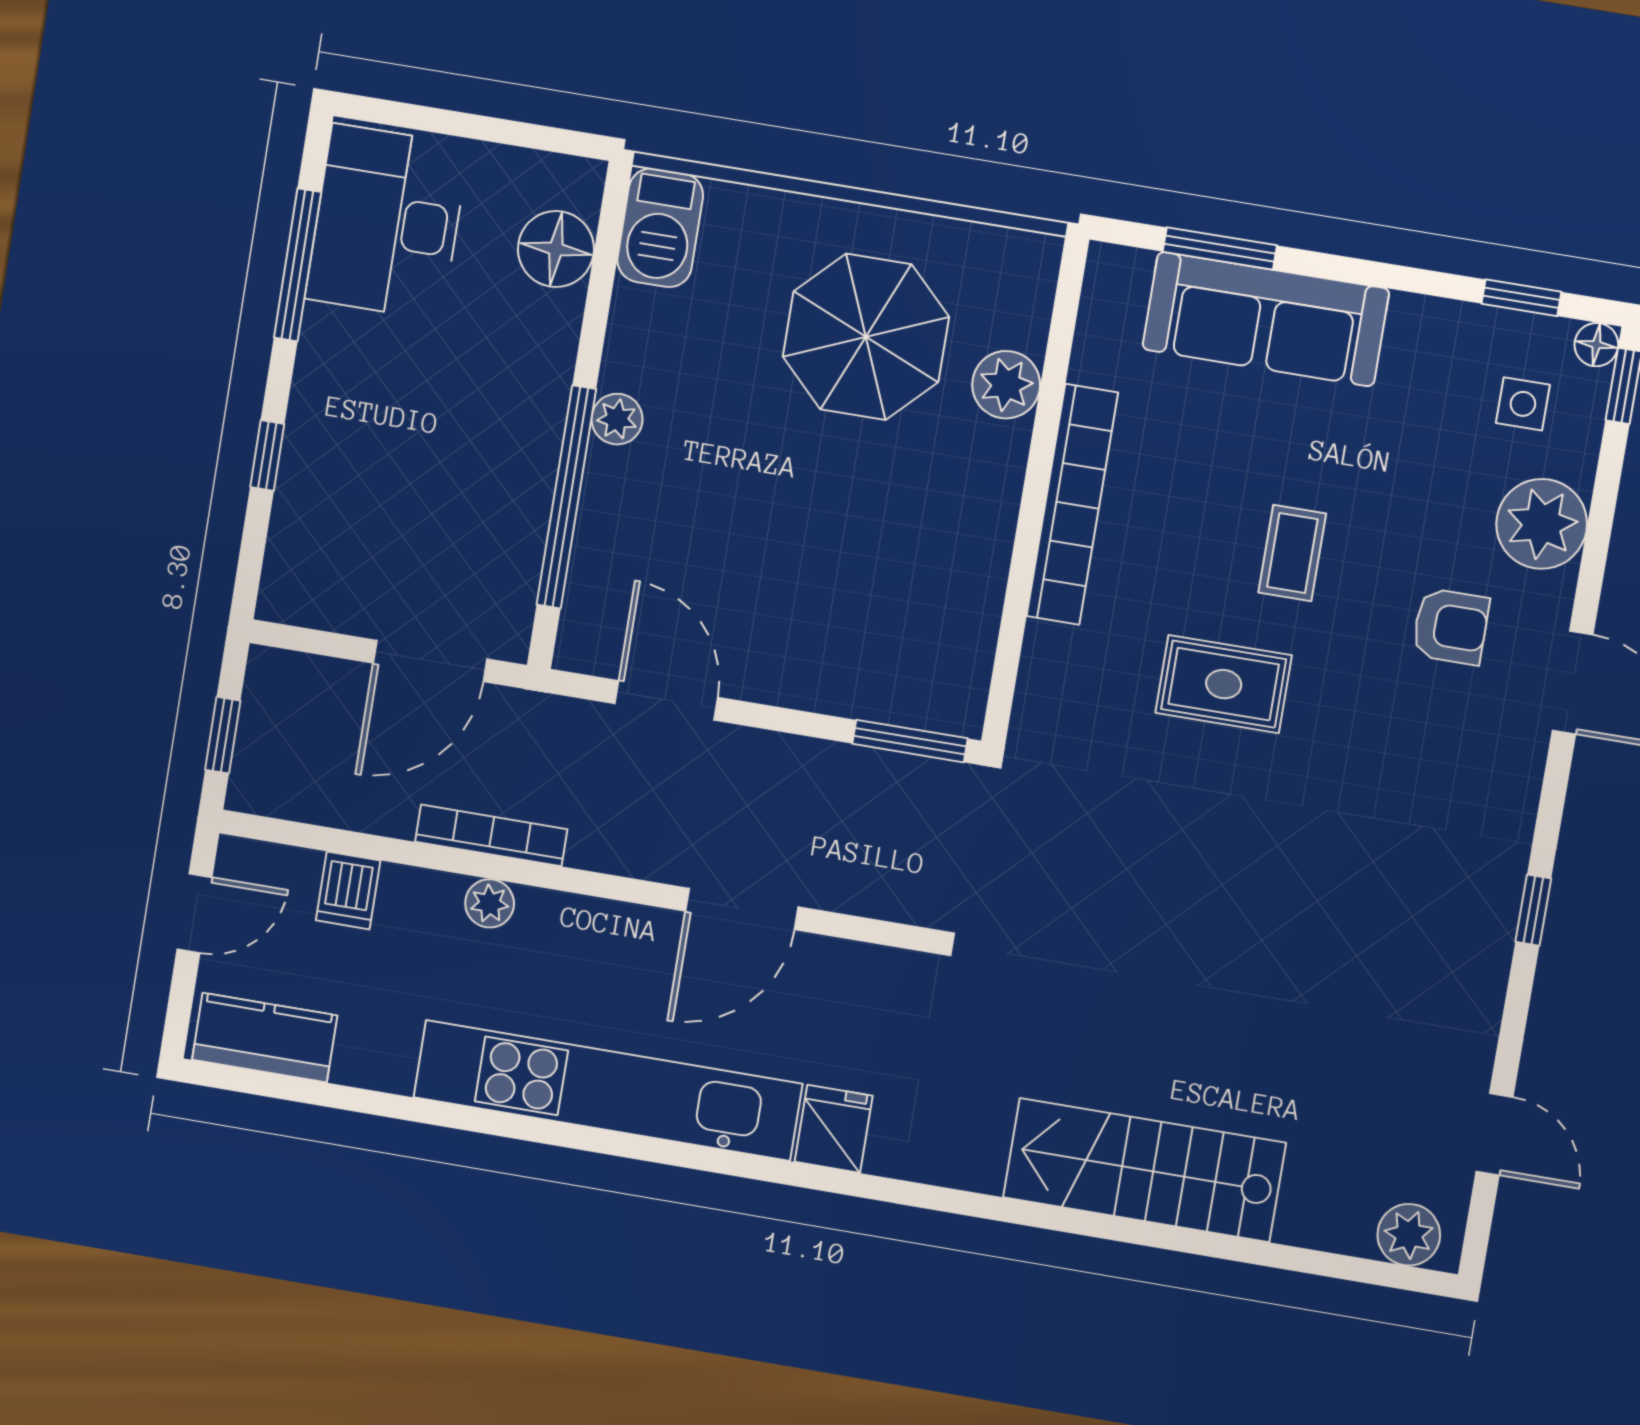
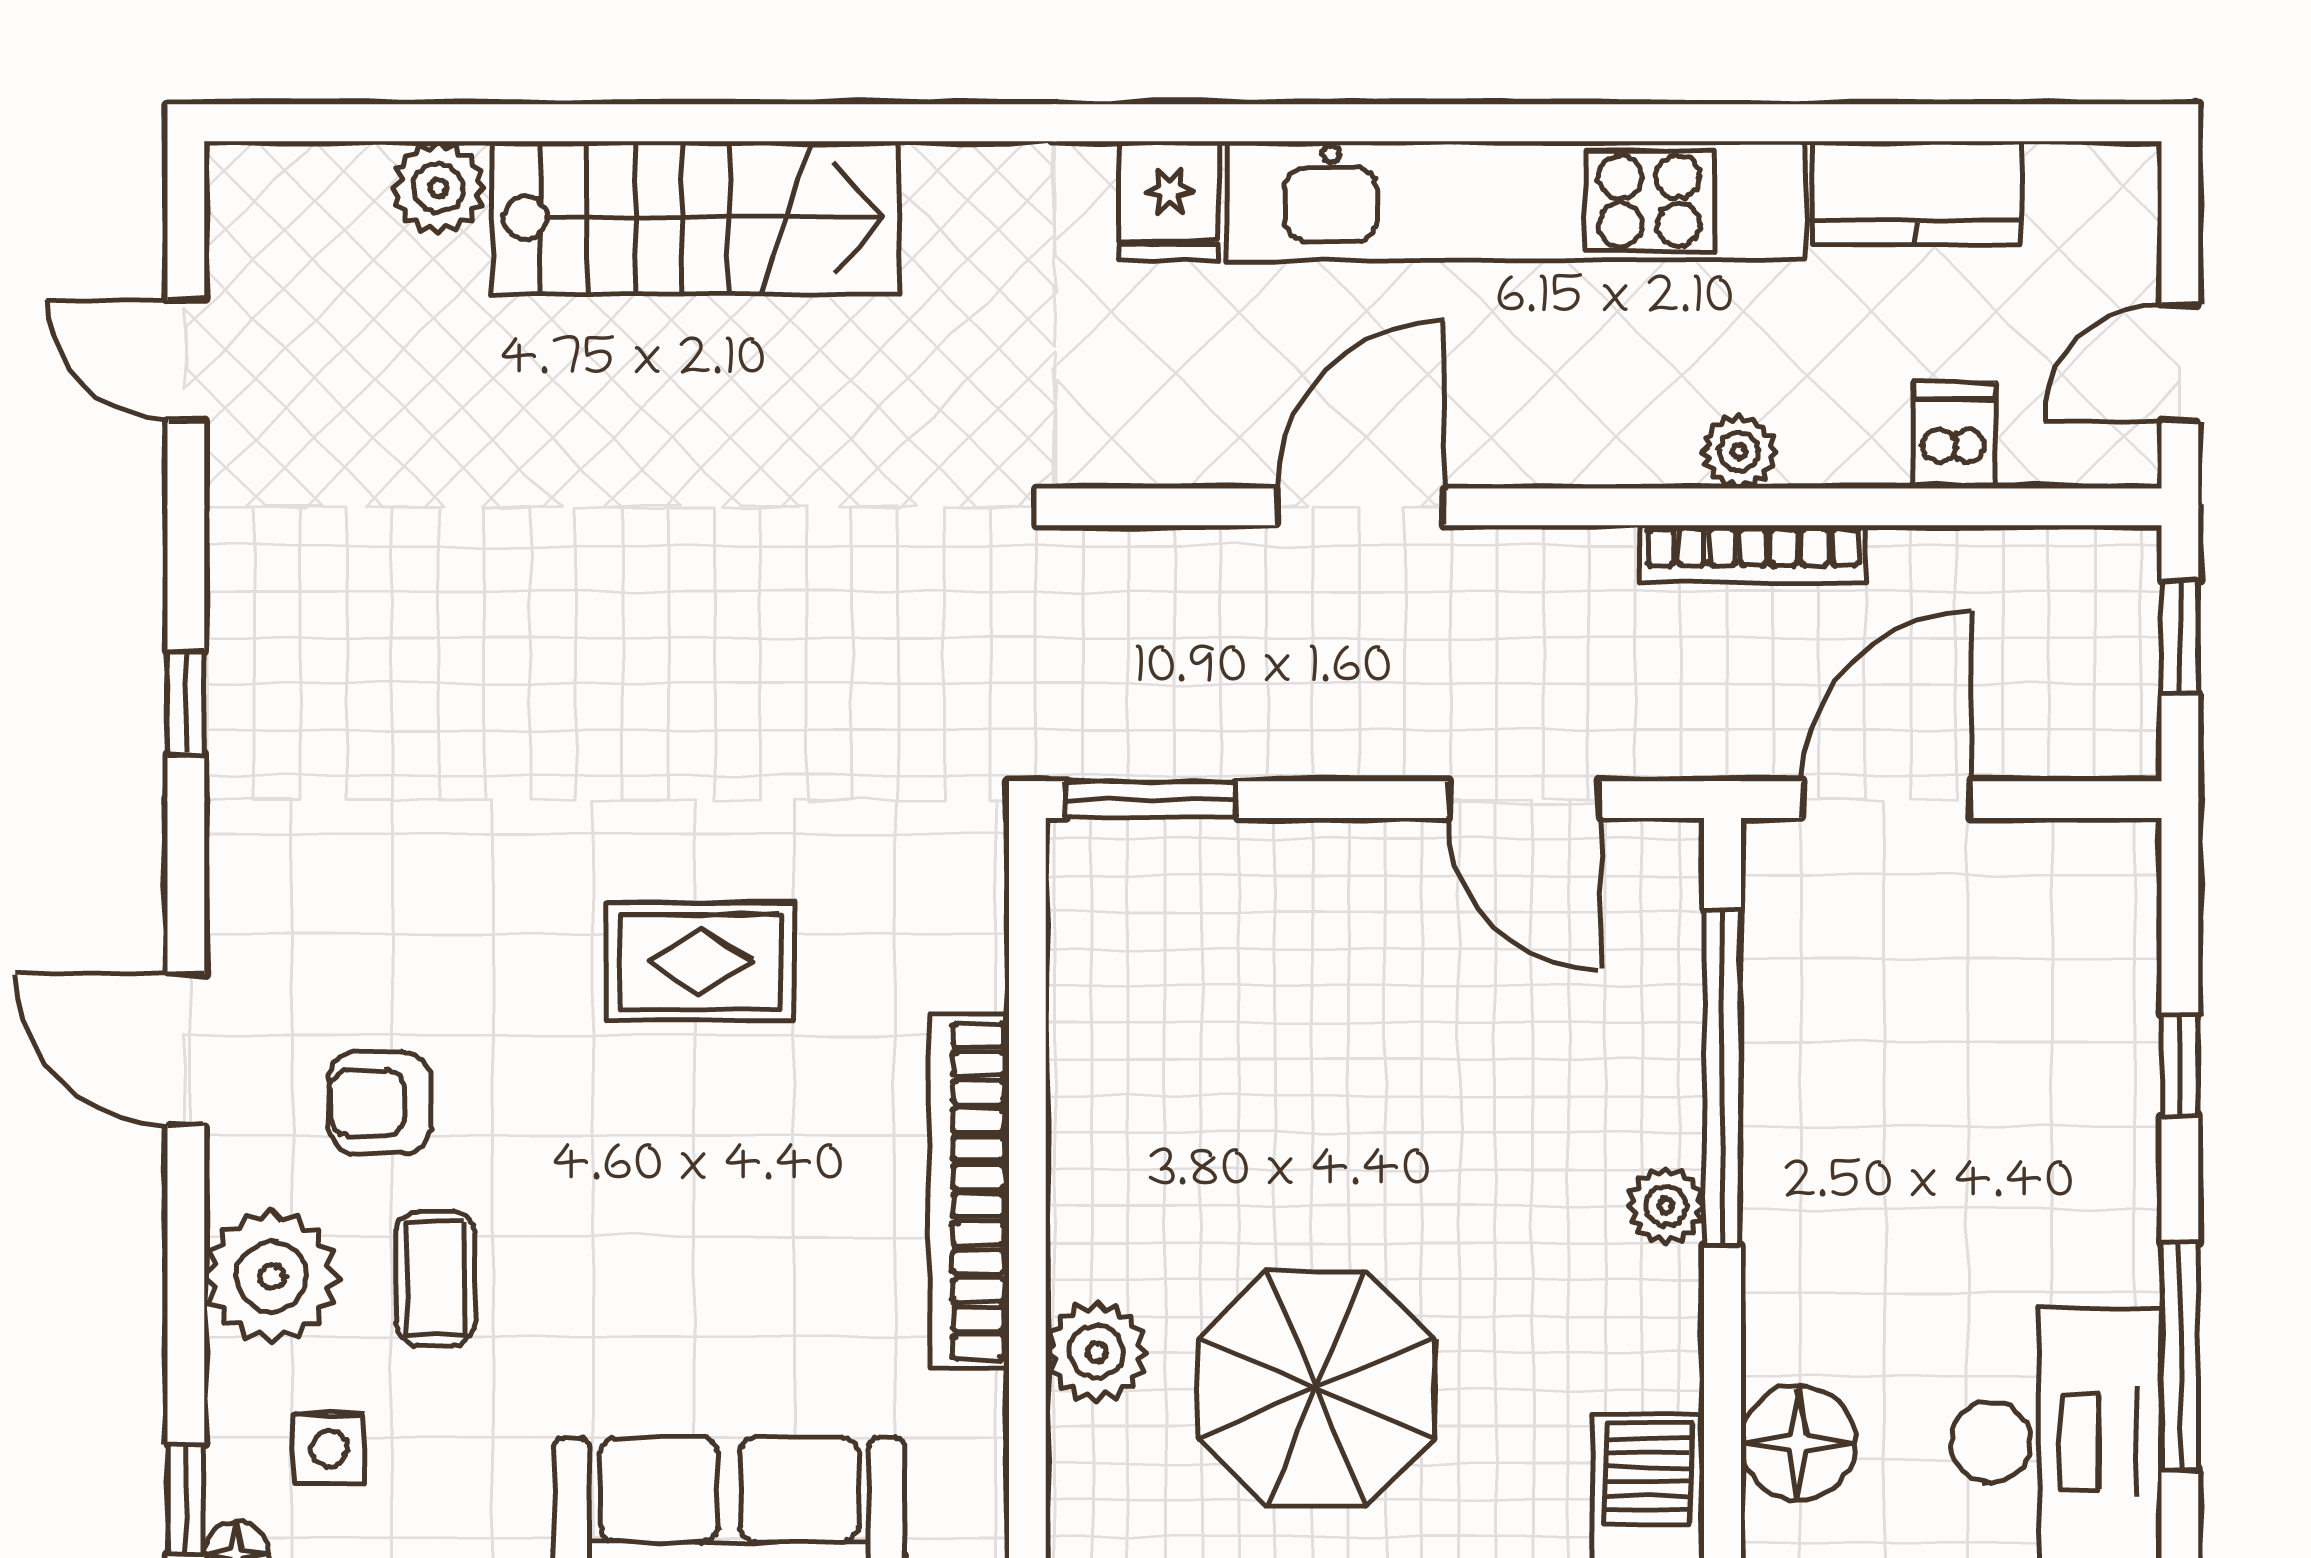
coffee table: (1292, 553) -> (435, 1278), moved
kitchen counter: (265, 1038) -> (1917, 193), moved
plant: (1409, 1235) -> (438, 188), moved

